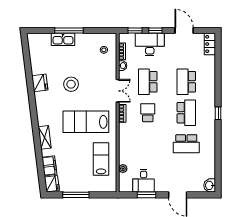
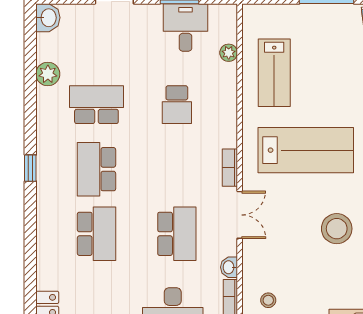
double door: (118, 91) -> (240, 215), swing flipped
school desk: (148, 113) -> (177, 105), moved
plant: (210, 158) -> (48, 74), added

